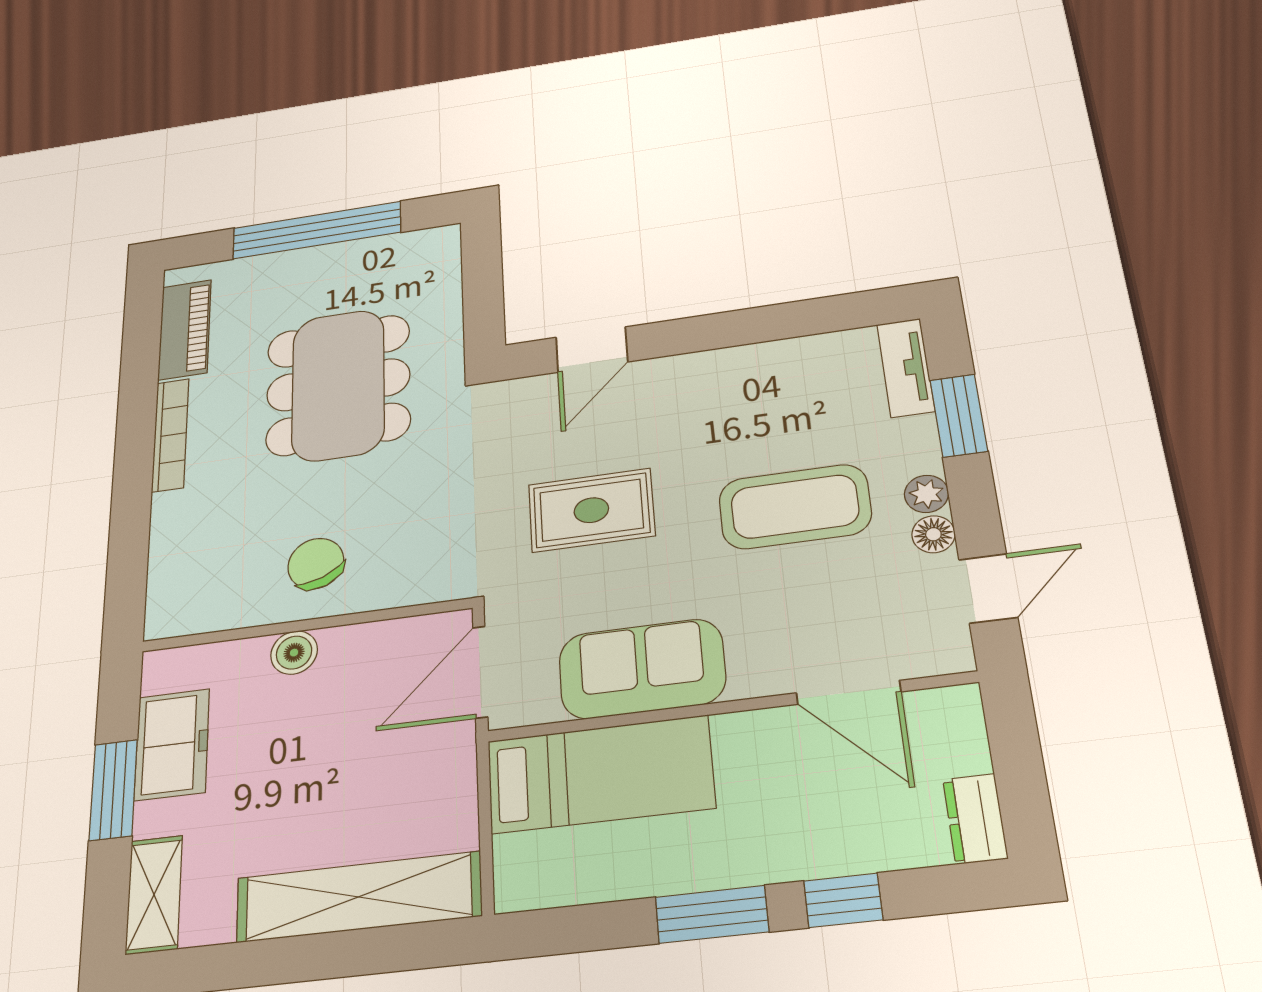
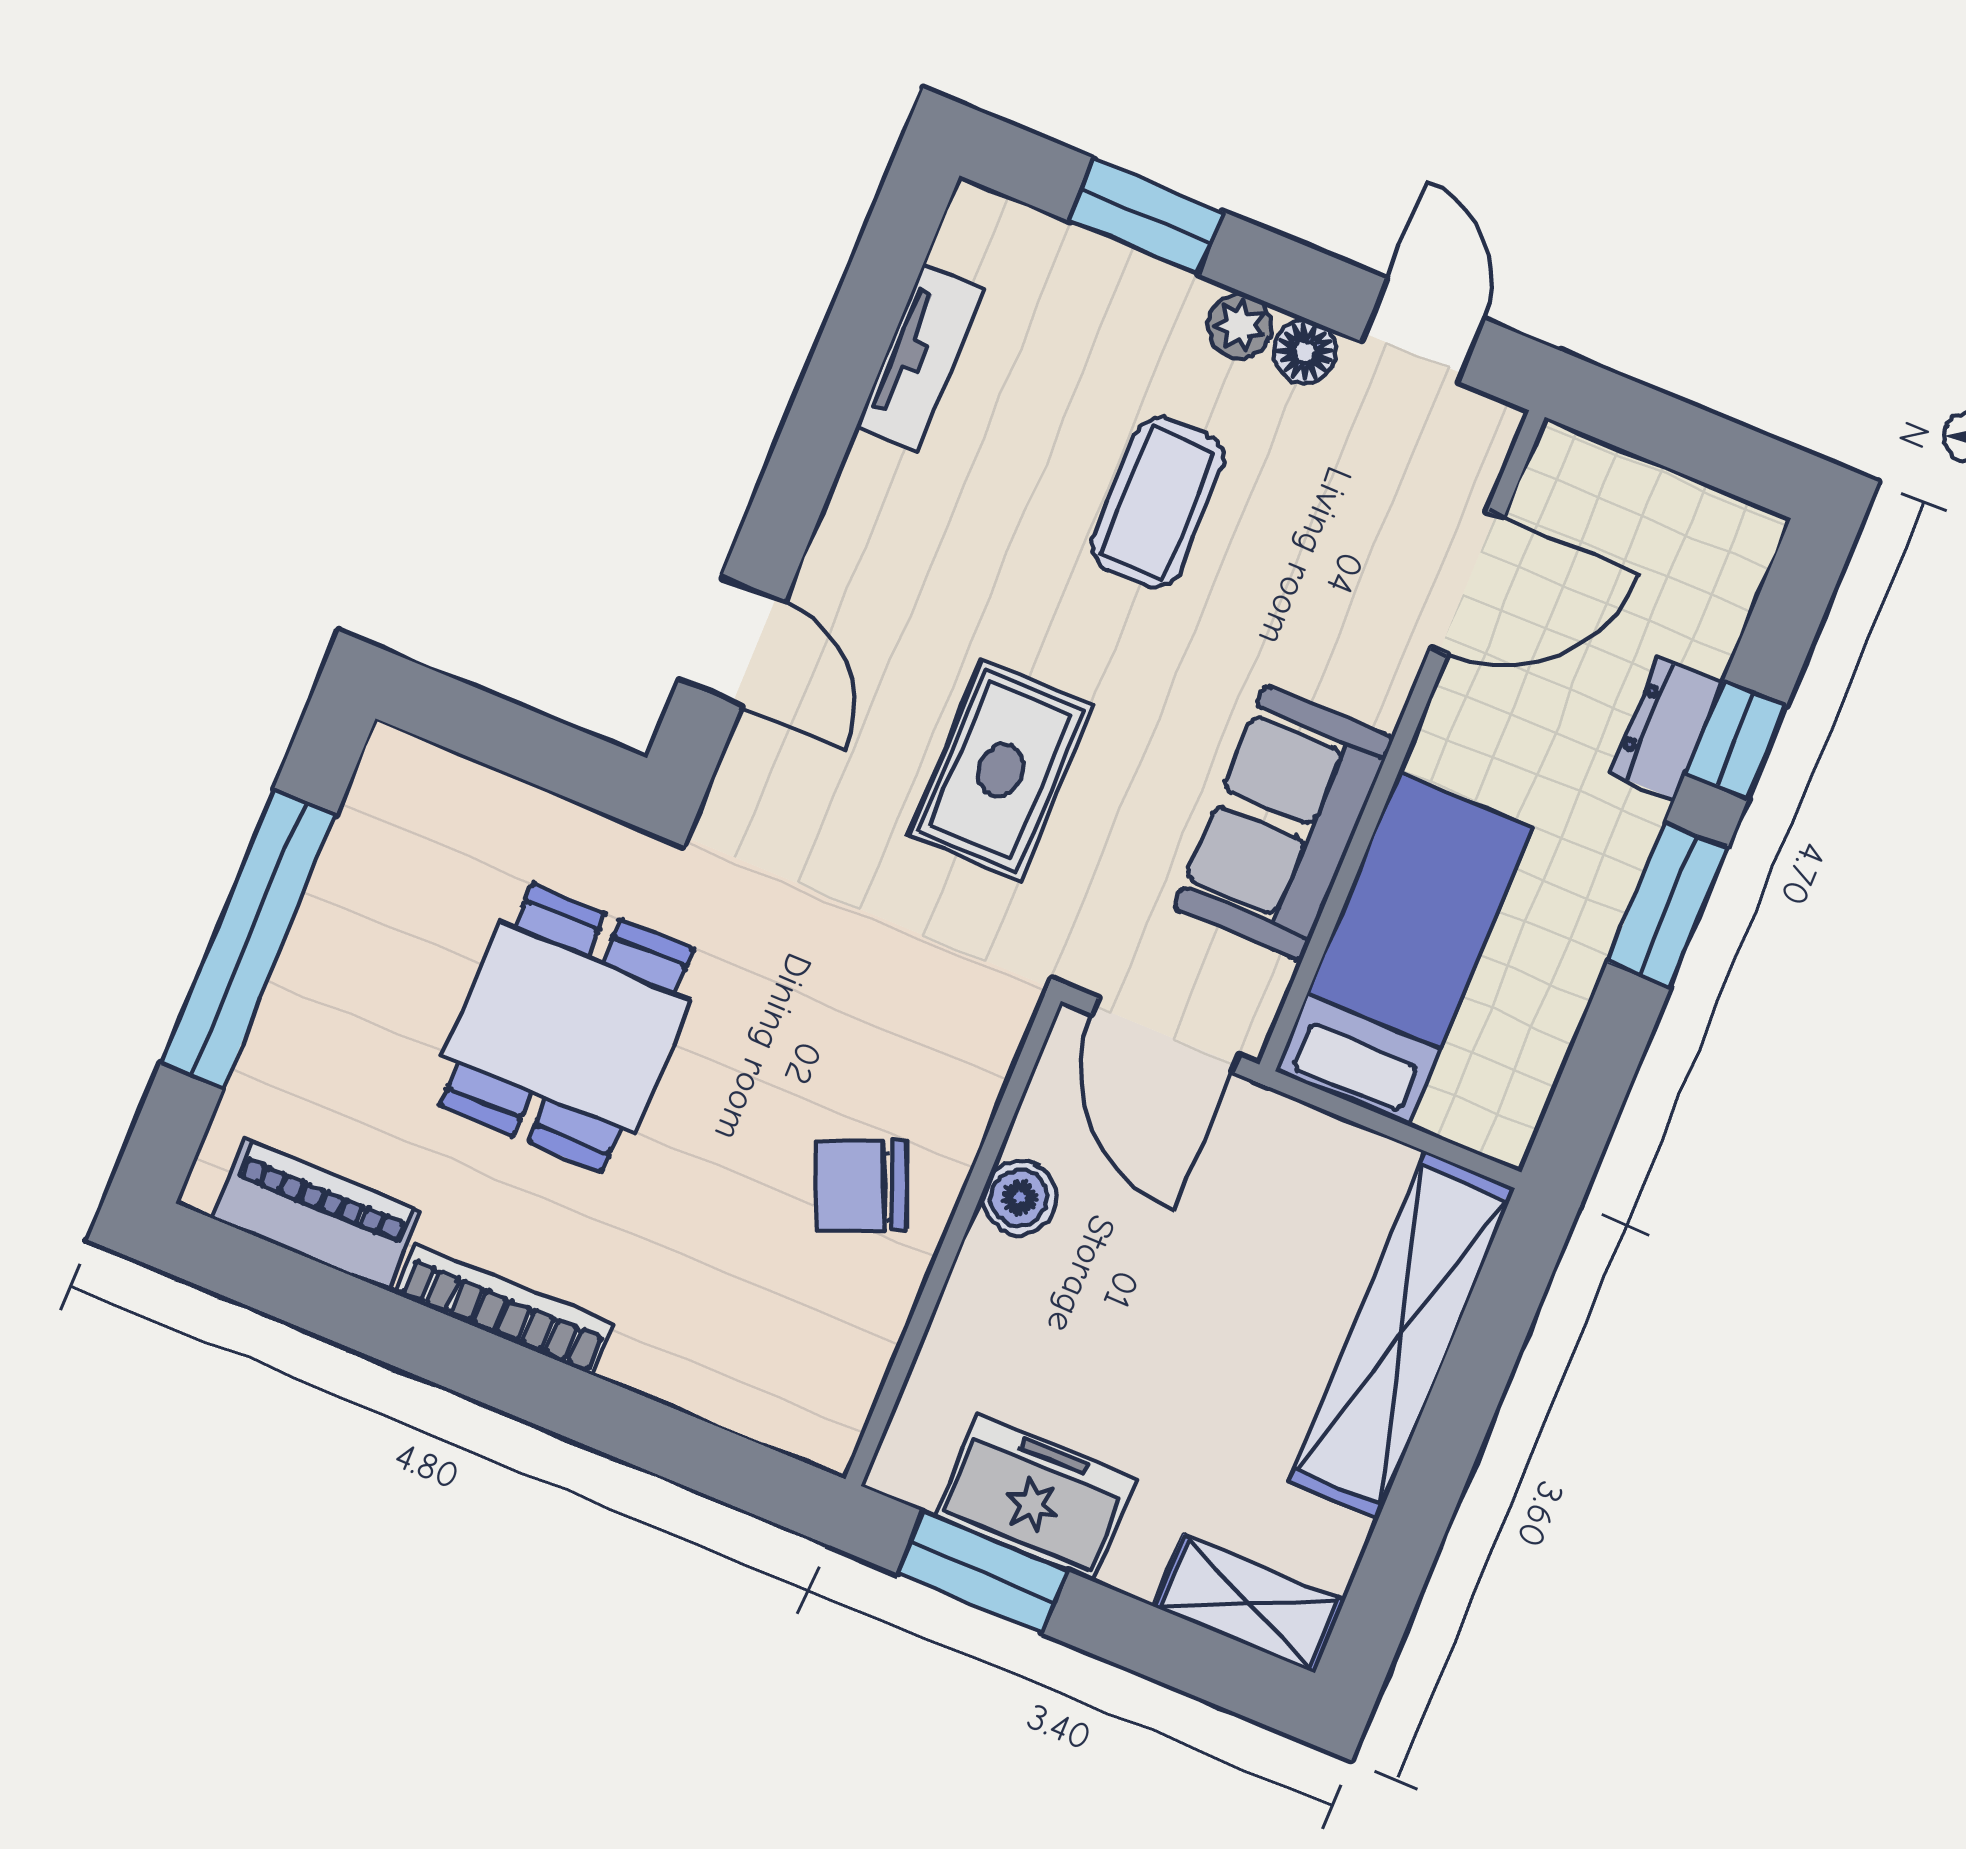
tv unit: (906, 368) -> (921, 358), moved, turned -90
dining table: (338, 385) -> (567, 1027), width x0.73
coffee table: (795, 507) -> (1158, 502), width x0.73, depth x0.76
boiler: (294, 653) -> (1019, 1198), moved
window: (113, 790) -> (983, 1572), moved
dresser: (975, 819) -> (1666, 728), moved, turned 90

